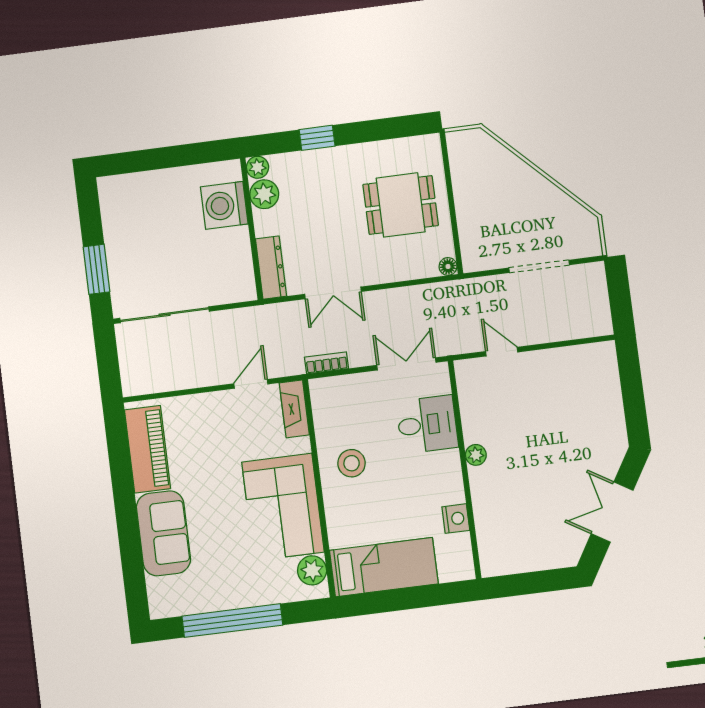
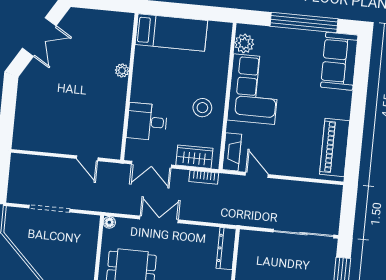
double door: (333, 293) -> (159, 219), moved
door: (251, 384) -> (257, 175), swing flipped
wardrobe: (347, 389) -> (194, 157), added
plant: (476, 455) -> (122, 71), moved
nightstand: (456, 519) -> (142, 56), removed
sofa: (163, 533) -> (339, 61), moved
bed: (384, 567) -> (171, 33), moved, turned 180

